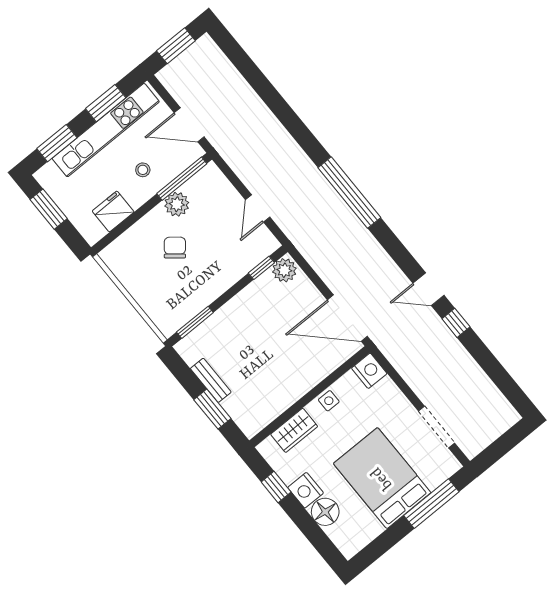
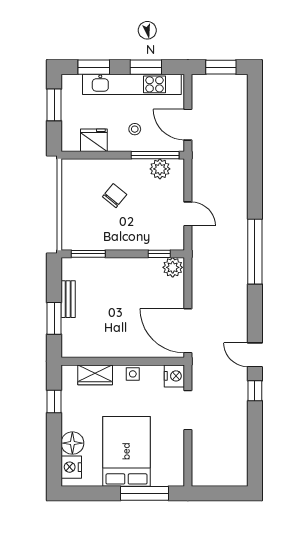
plant: (177, 204) -> (160, 169), moved
door: (258, 208) -> (188, 214), swing flipped
doorway: (436, 427) -> (188, 410), moved
nightstand: (306, 490) -> (71, 467), moved

